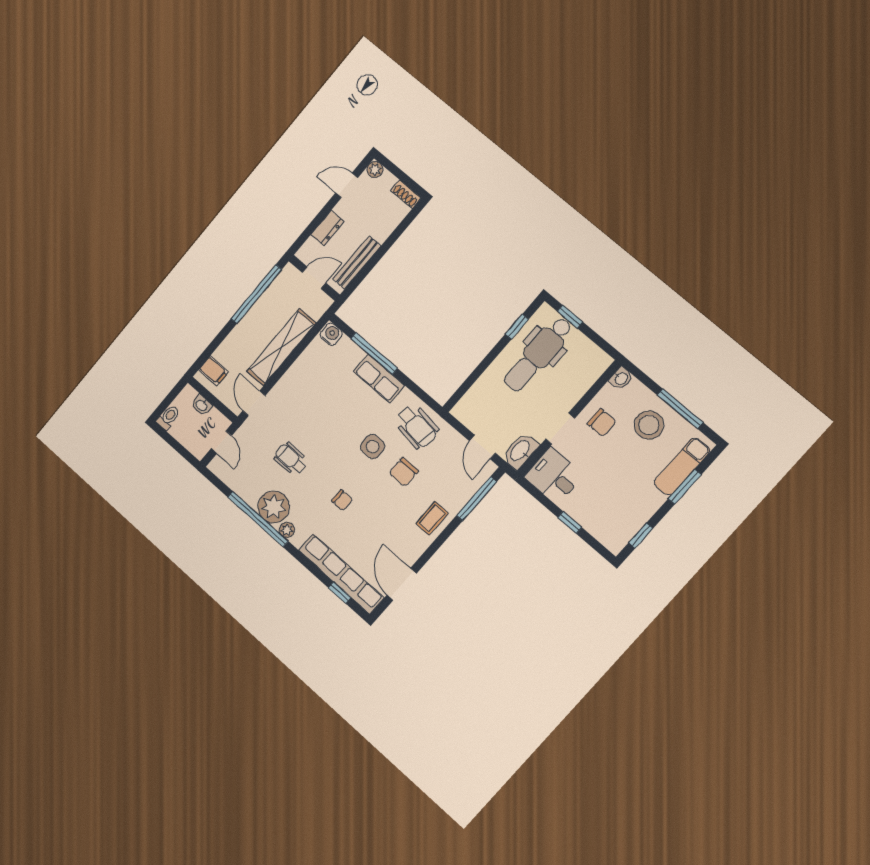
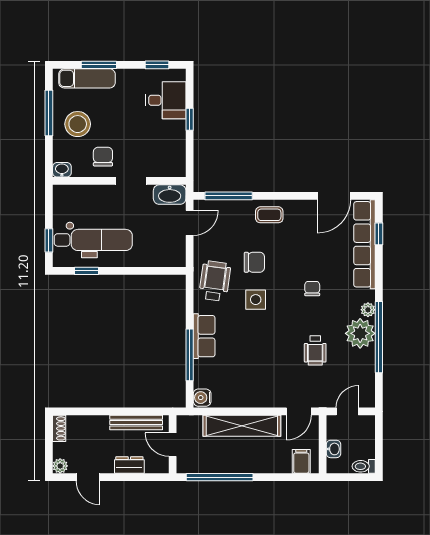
desk: (554, 476) -> (166, 100), moved, turned -90

